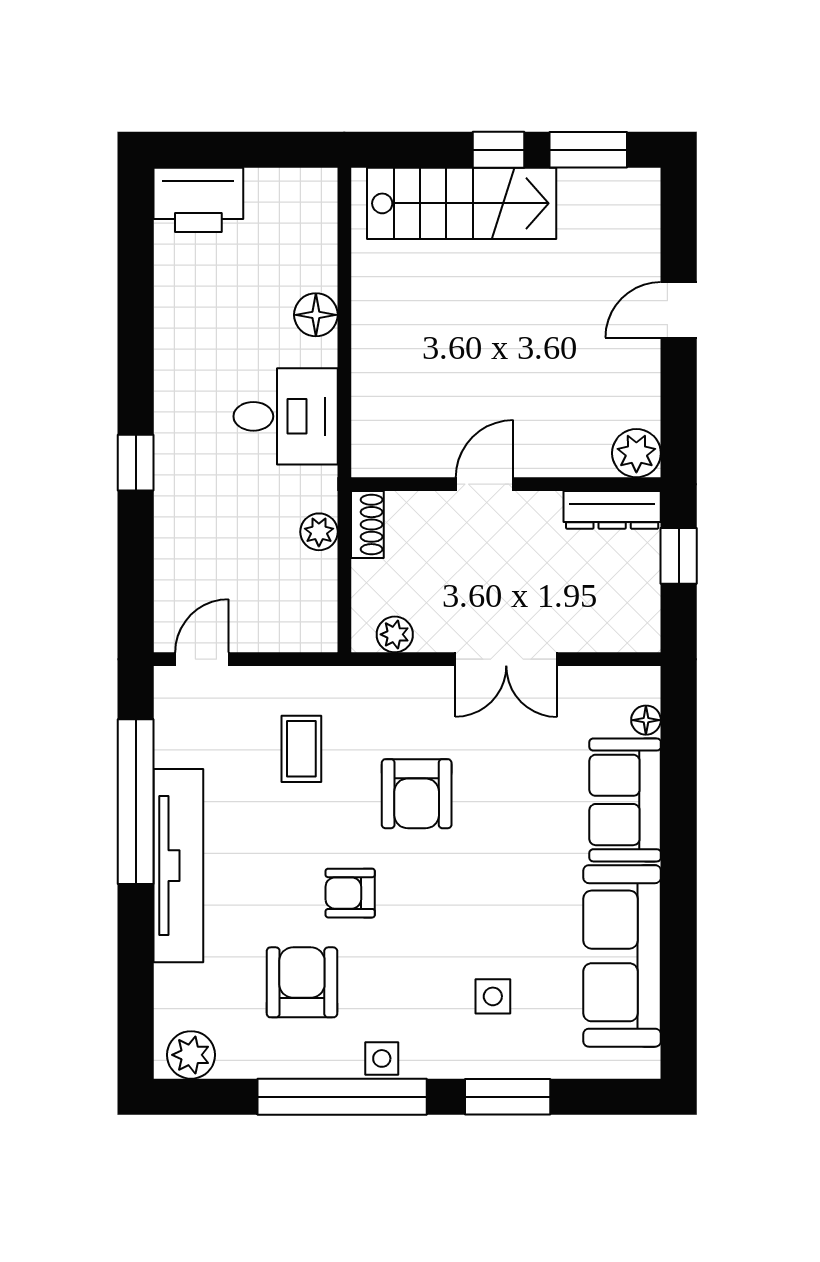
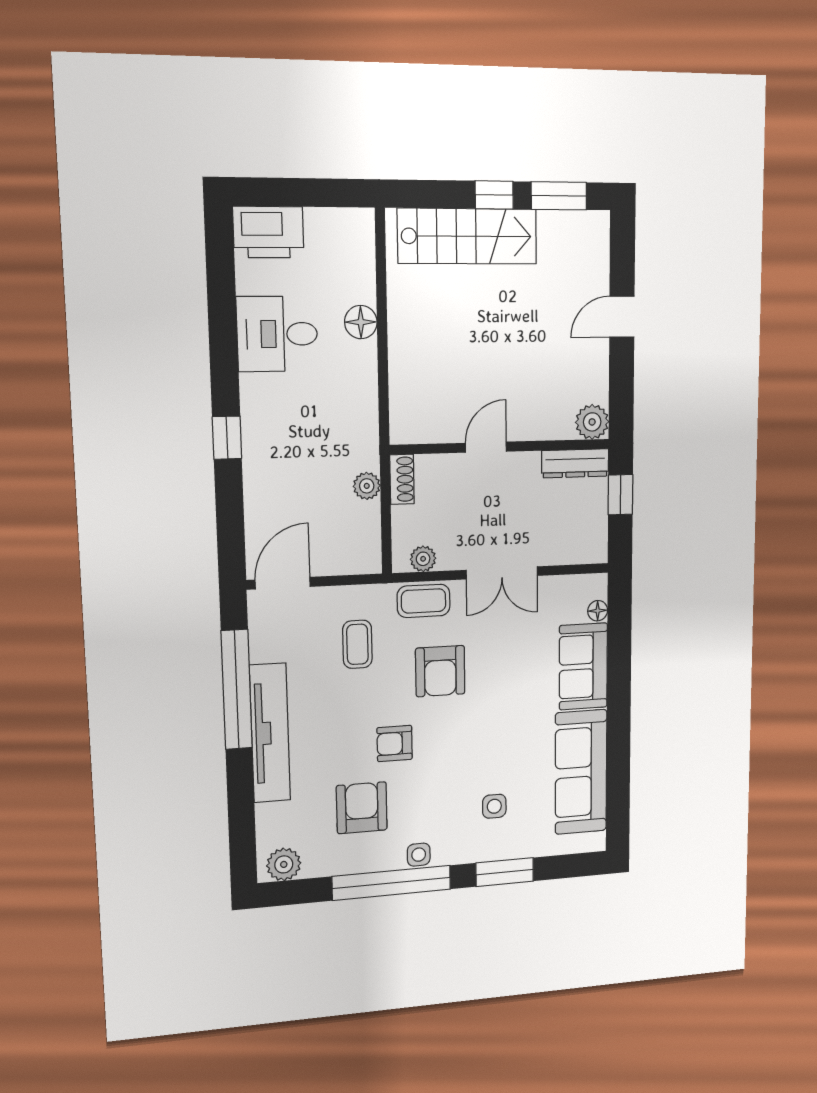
desk: (286, 416) -> (277, 334), moved, turned 180
door: (202, 659) -> (283, 583), width x1.38
coffee table: (394, 693) -> (424, 601), added

